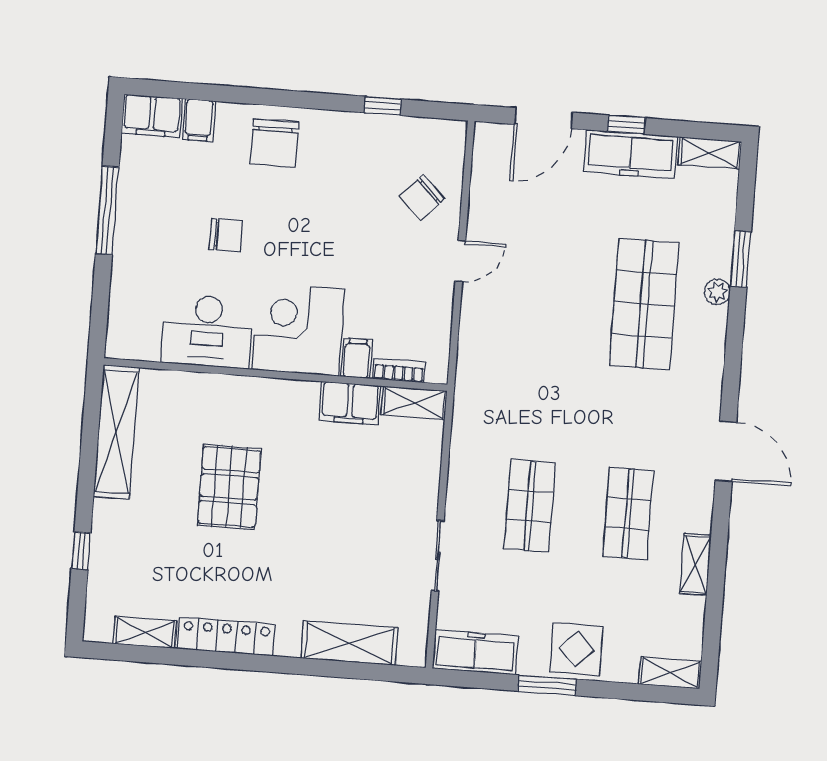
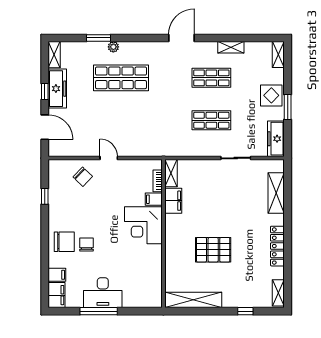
chair: (226, 235) -> (87, 245), moved
desk: (207, 331) -> (103, 293), moved, turned 90
shelving: (145, 632) -> (278, 293), moved

